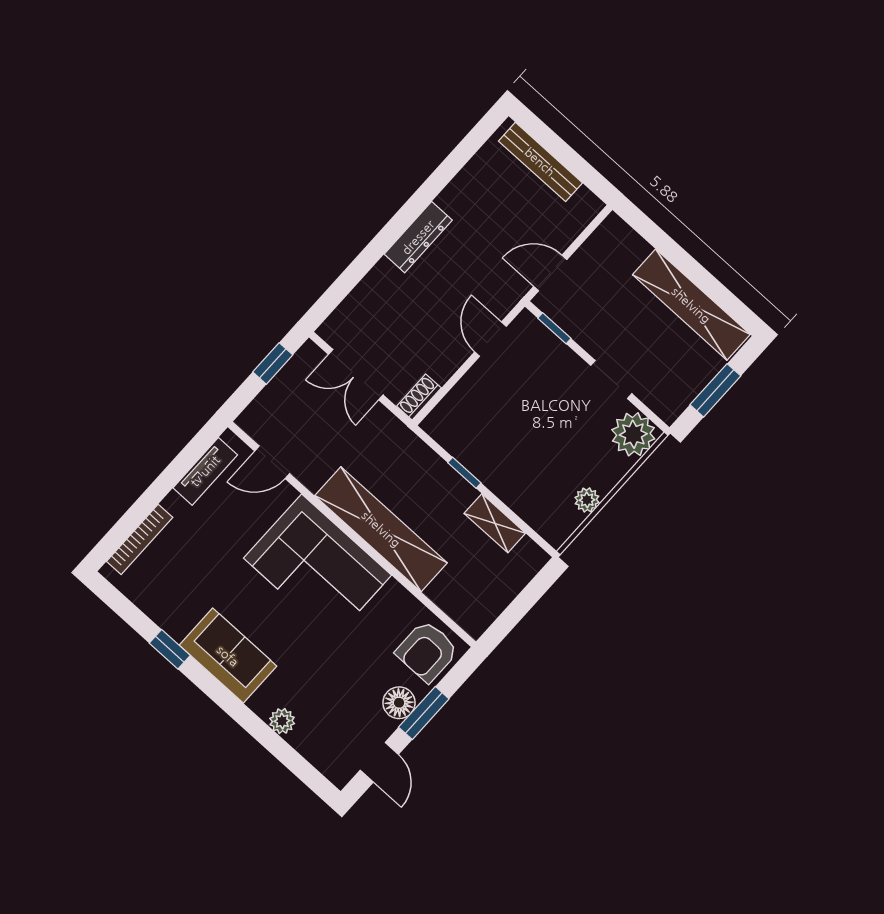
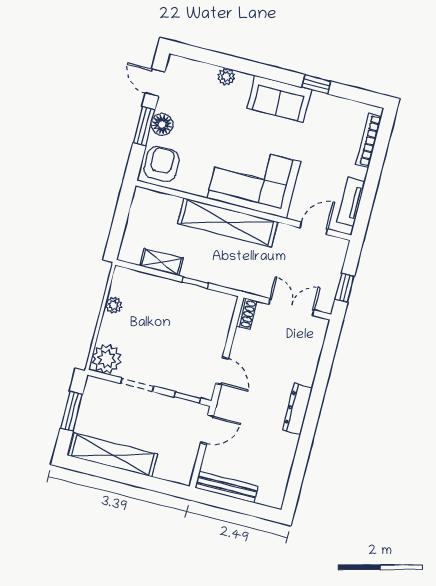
bench: (540, 162) -> (227, 487), moved

